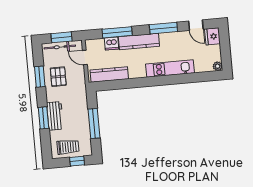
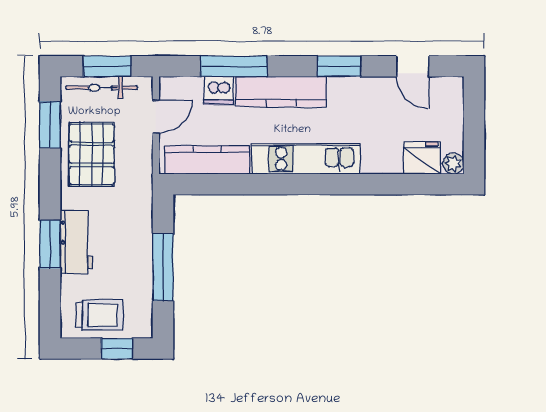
window: (163, 28) -> (339, 66), width x0.69
fridge: (212, 36) -> (422, 158), moved, turned 90
door: (85, 58) -> (156, 117), swing flipped
kitchen unit: (170, 69) -> (306, 159), moved
window: (40, 77) -> (50, 125), moved
pallet: (58, 77) -> (92, 154), width x1.50, depth x1.42

